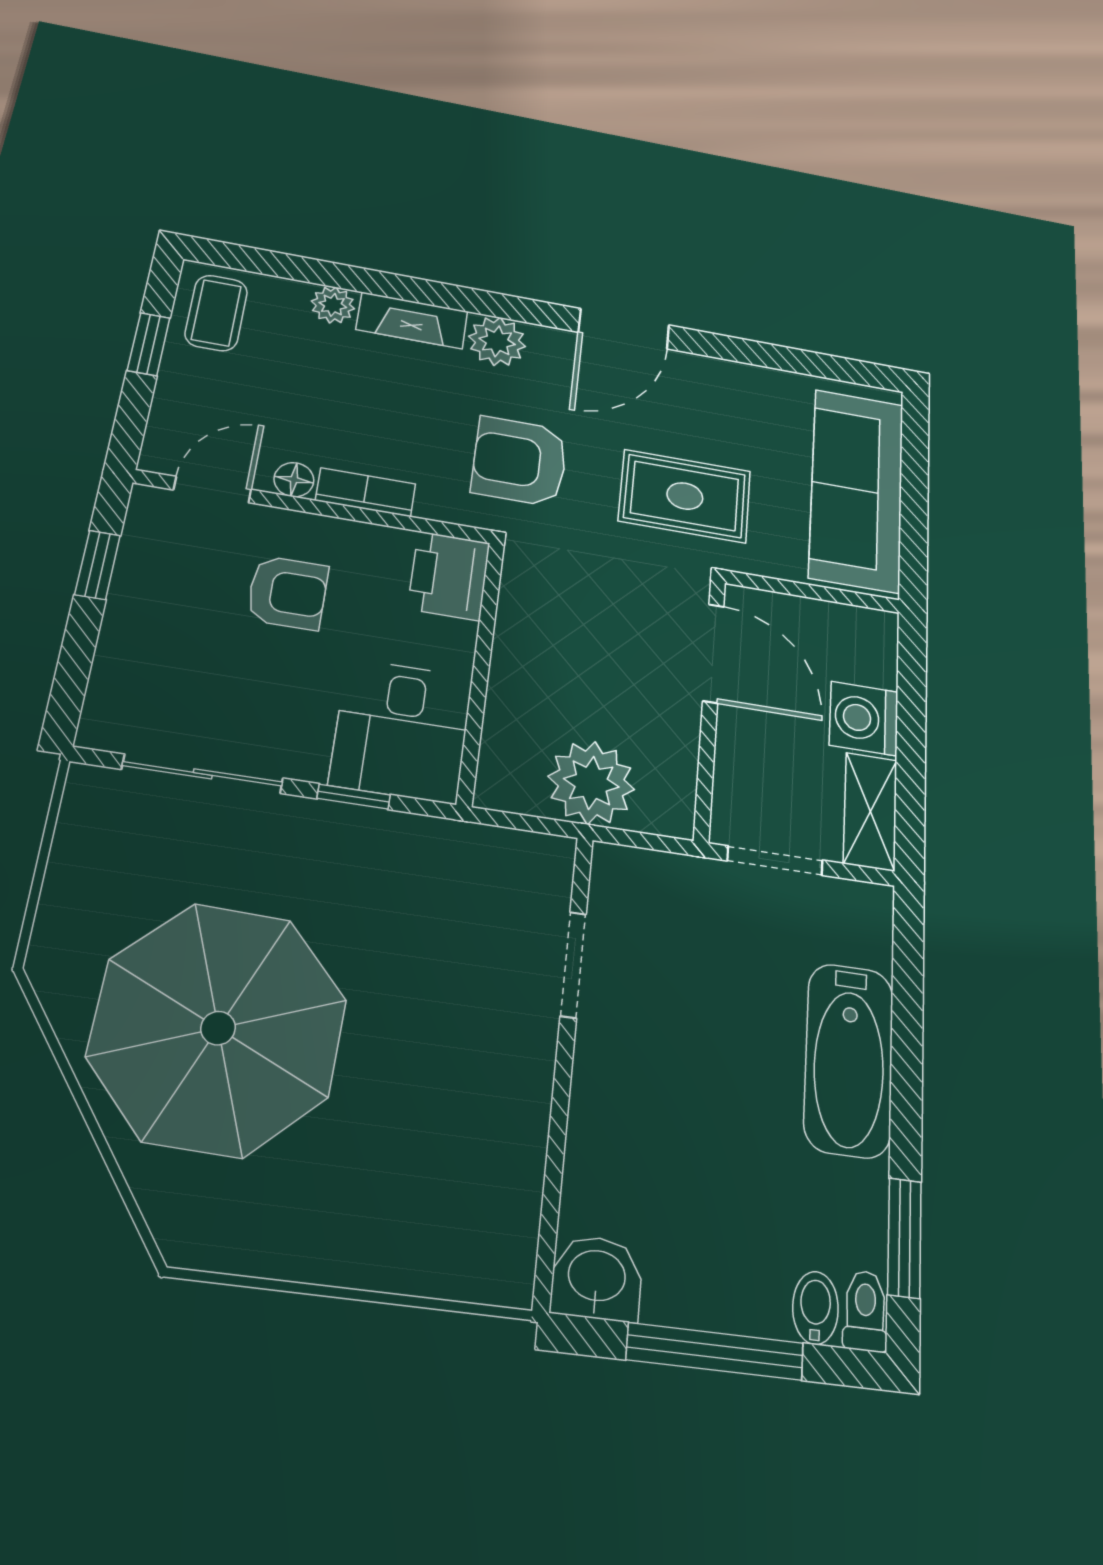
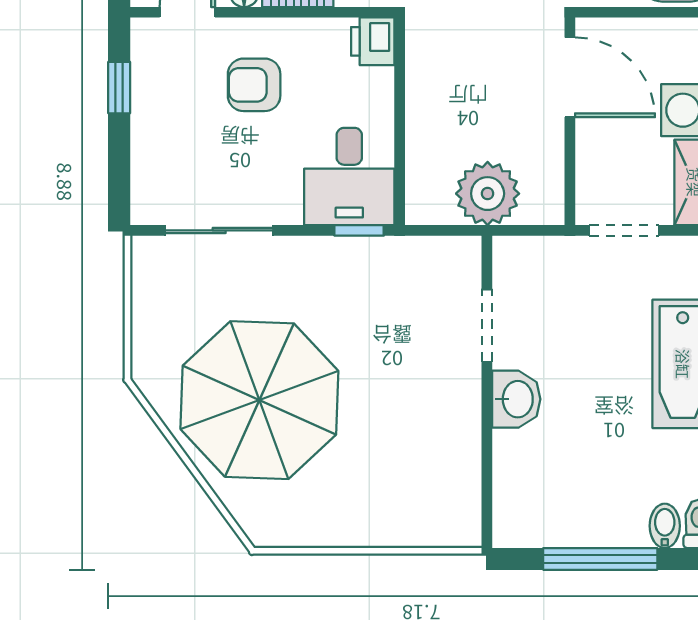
printer: (449, 576) -> (373, 41), width x0.73, depth x0.81
armchair: (288, 593) -> (254, 85), turned 180
window: (354, 797) -> (359, 230), moved
washbasin: (597, 1278) -> (516, 399), moved, turned 90

